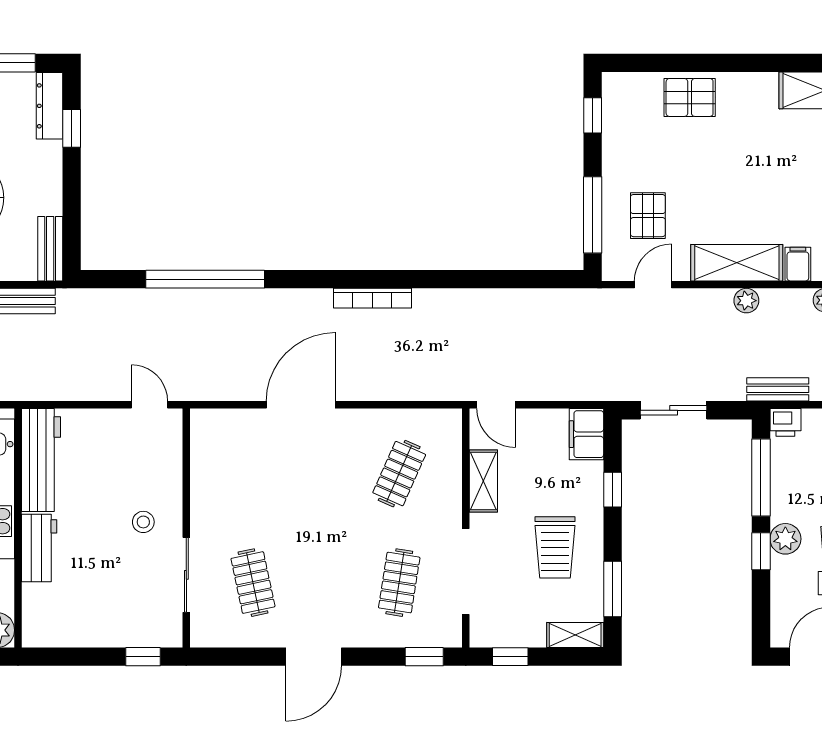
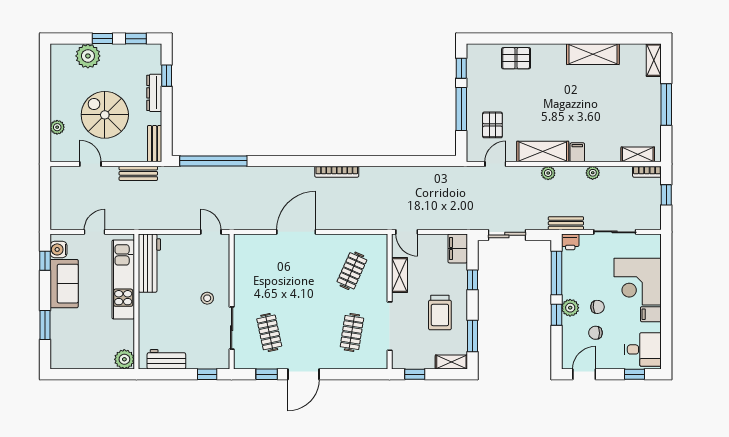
dresser: (49, 106) -> (154, 93), moved
window: (593, 215) -> (461, 109), moved
window: (205, 279) -> (213, 161), moved
workbench: (39, 548) -> (166, 359), moved, turned -90
window: (424, 657) -> (267, 374), moved

